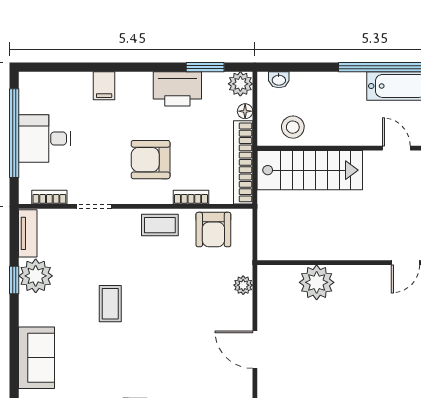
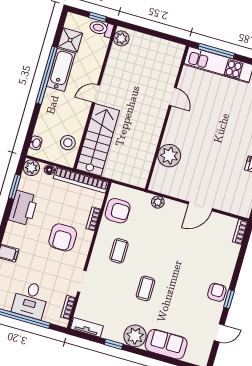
door: (396, 148) -> (96, 94), moved
coffee table: (160, 225) -> (119, 251), moved
plant: (36, 276) -> (135, 336), moved
coffee table: (110, 304) -> (145, 288), turned 90

